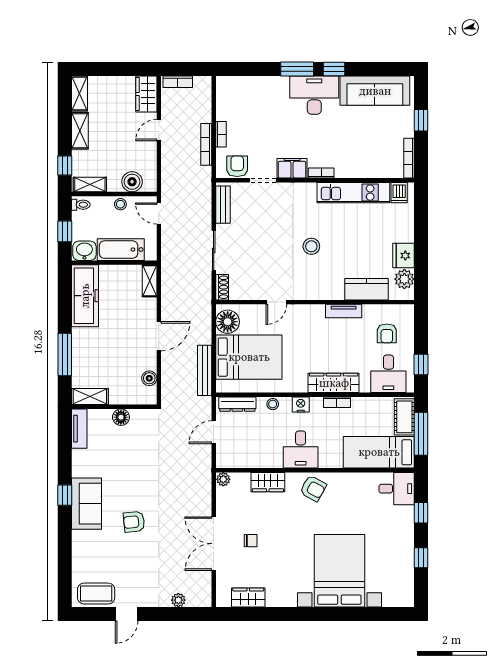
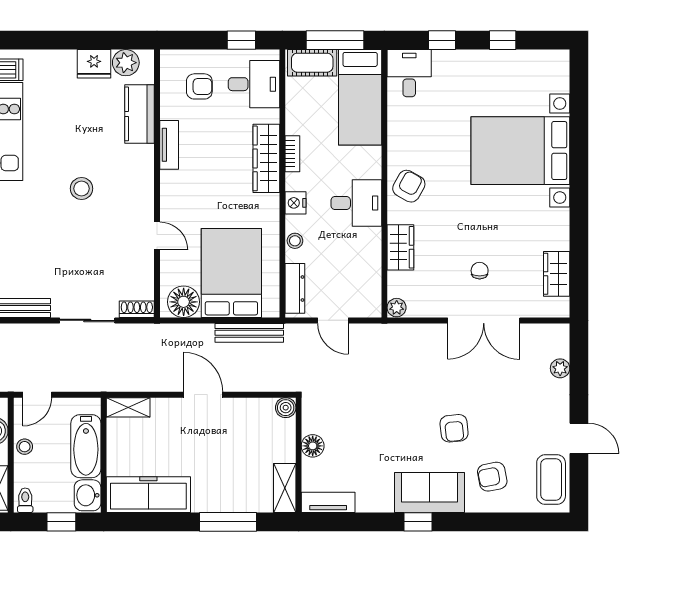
boiler: (149, 378) -> (286, 408), moved
armchair: (98, 550) -> (492, 477), added

